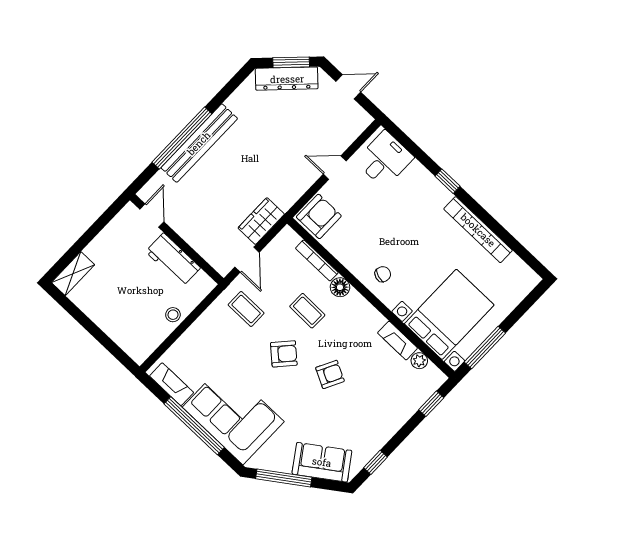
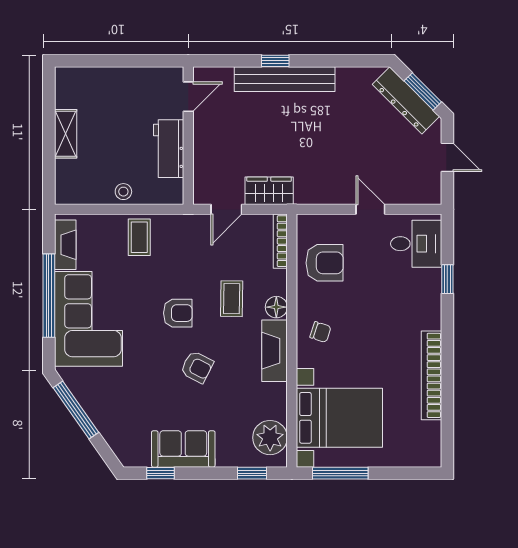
window: (182, 138) -> (275, 61), width x0.32
window: (447, 181) -> (447, 279), moved
armchair: (319, 216) -> (325, 263), moved
bookcase: (317, 260) -> (280, 241), moved
shelving: (73, 274) -> (66, 134), moved, turned 90
coffee table: (246, 309) -> (139, 237), moved
fireplace: (398, 341) -> (275, 351), moved, width x1.37, depth x1.32
armchair: (284, 354) -> (178, 313), turned -42
plant: (419, 361) -> (270, 438), width x1.87, depth x1.87
sofa: (322, 462) -> (183, 449), moved, turned -55

